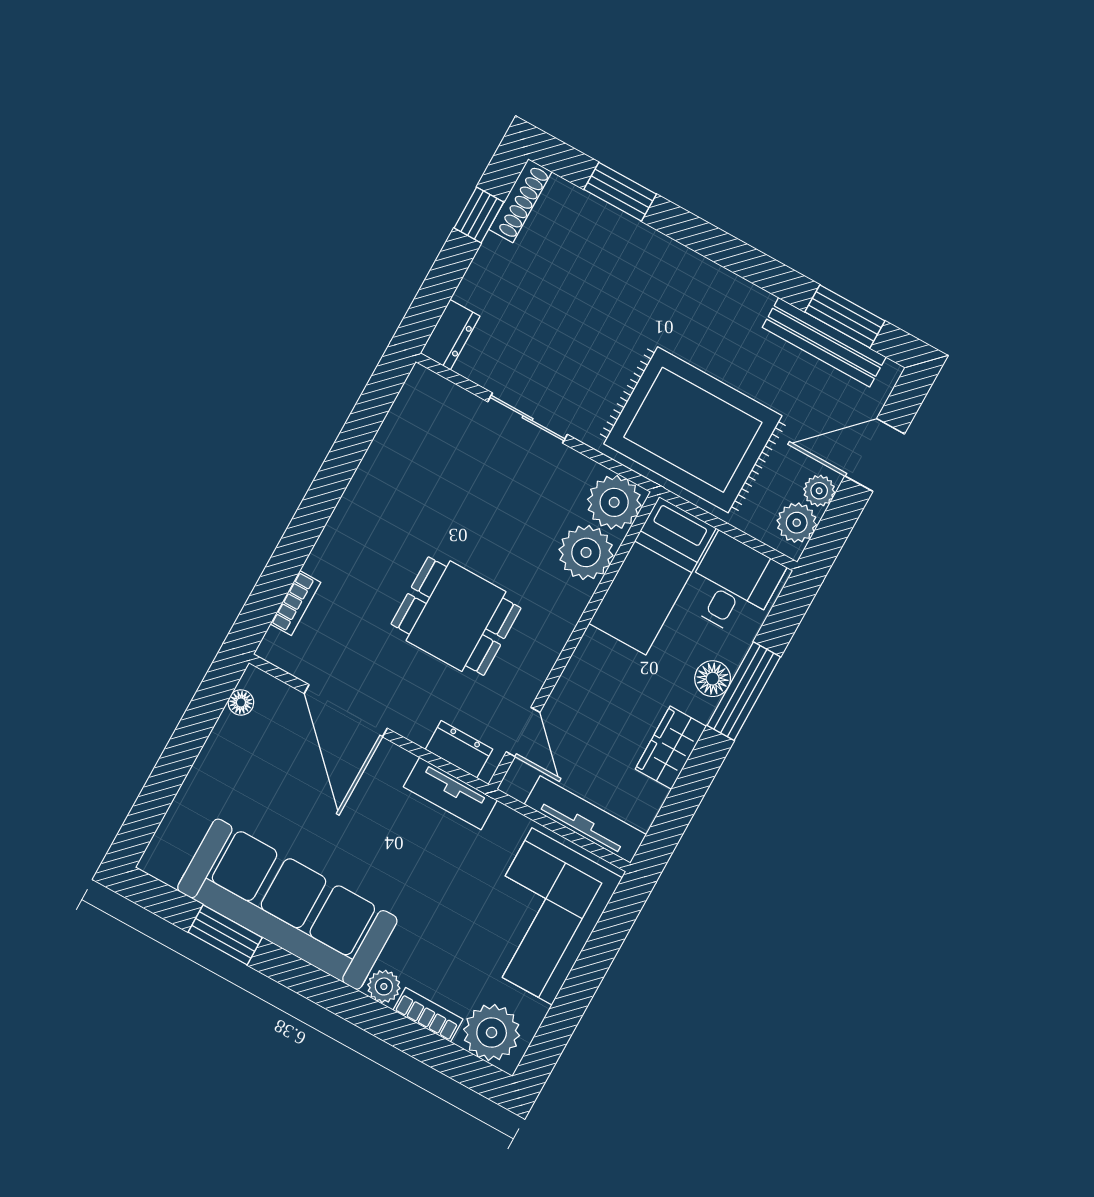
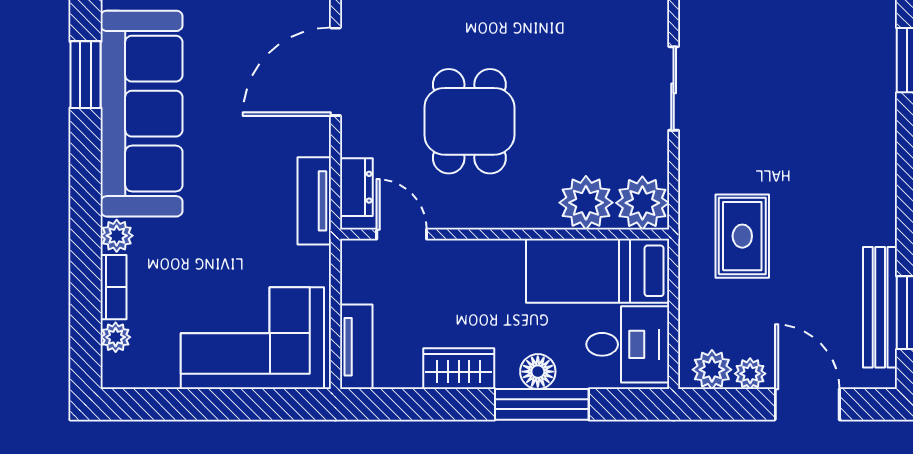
rug: (693, 430) -> (742, 236), width x0.54, depth x0.49
door: (523, 732) -> (402, 234), swing flipped
tv unit: (585, 820) -> (356, 347), width x0.71
plant: (492, 1032) -> (116, 337), width x0.53, depth x0.53

